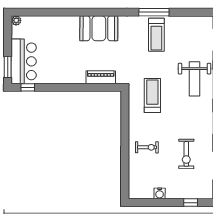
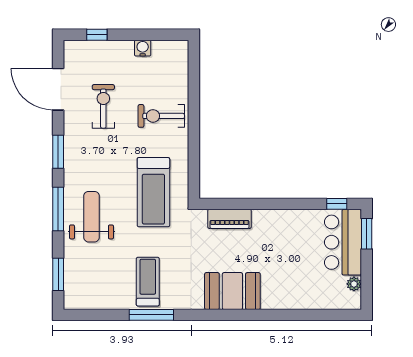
plant: (16, 20) -> (354, 284), moved
treadmill: (152, 96) -> (153, 192), width x1.37, depth x1.38
exercise bike: (147, 147) -> (161, 116), width x1.38, depth x1.39

